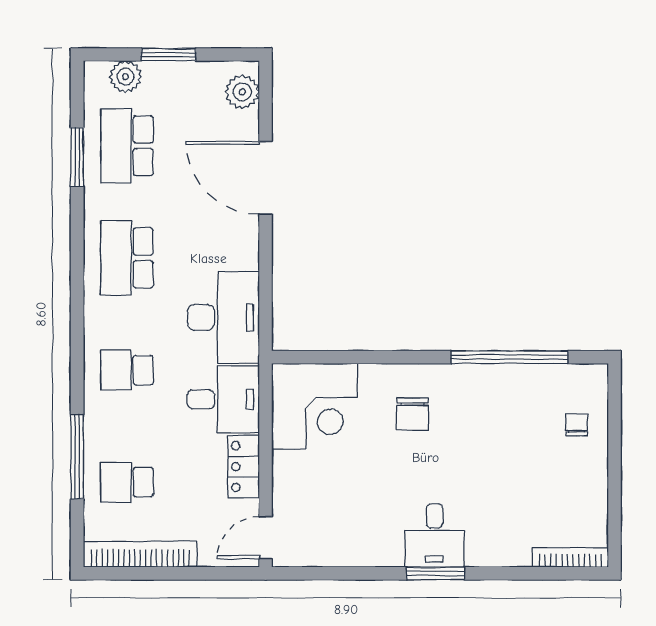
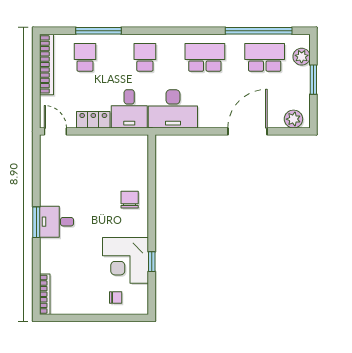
window: (77, 157) -> (259, 31), width x2.11
window: (509, 357) -> (152, 262), width x0.32
corner desk: (315, 406) -> (126, 260), moved
chair: (412, 414) -> (130, 200), moved, turned 90

